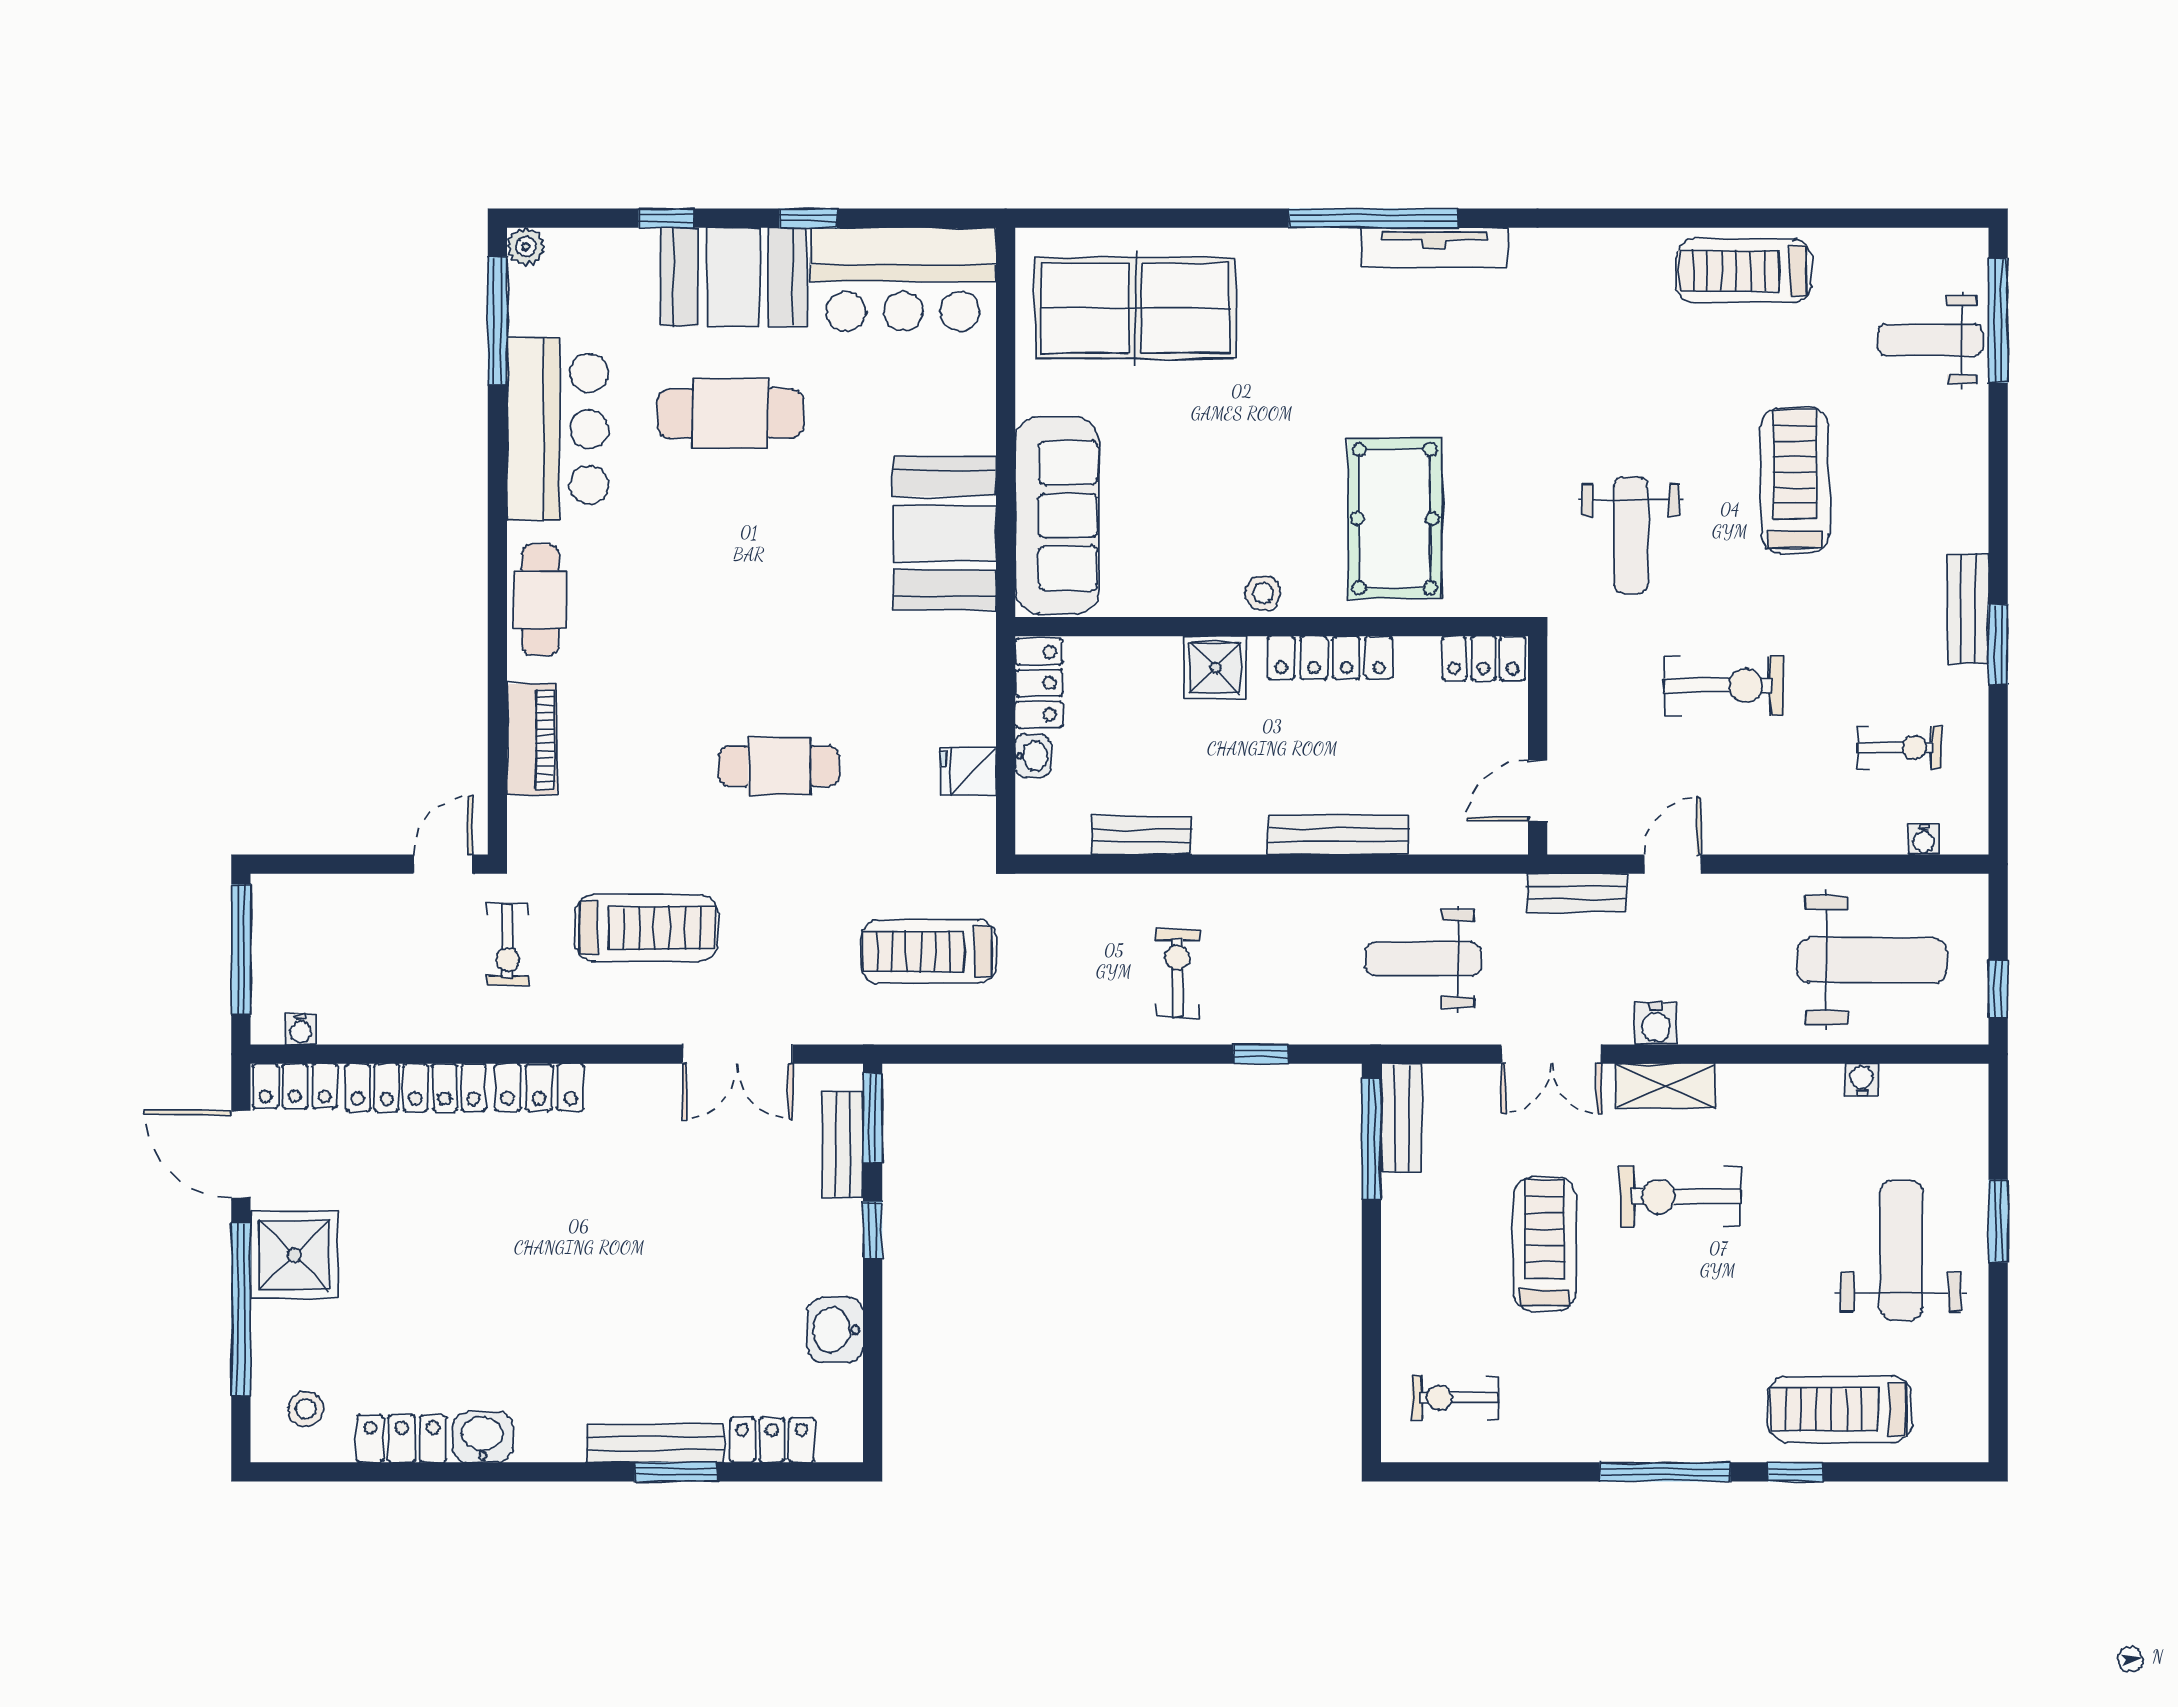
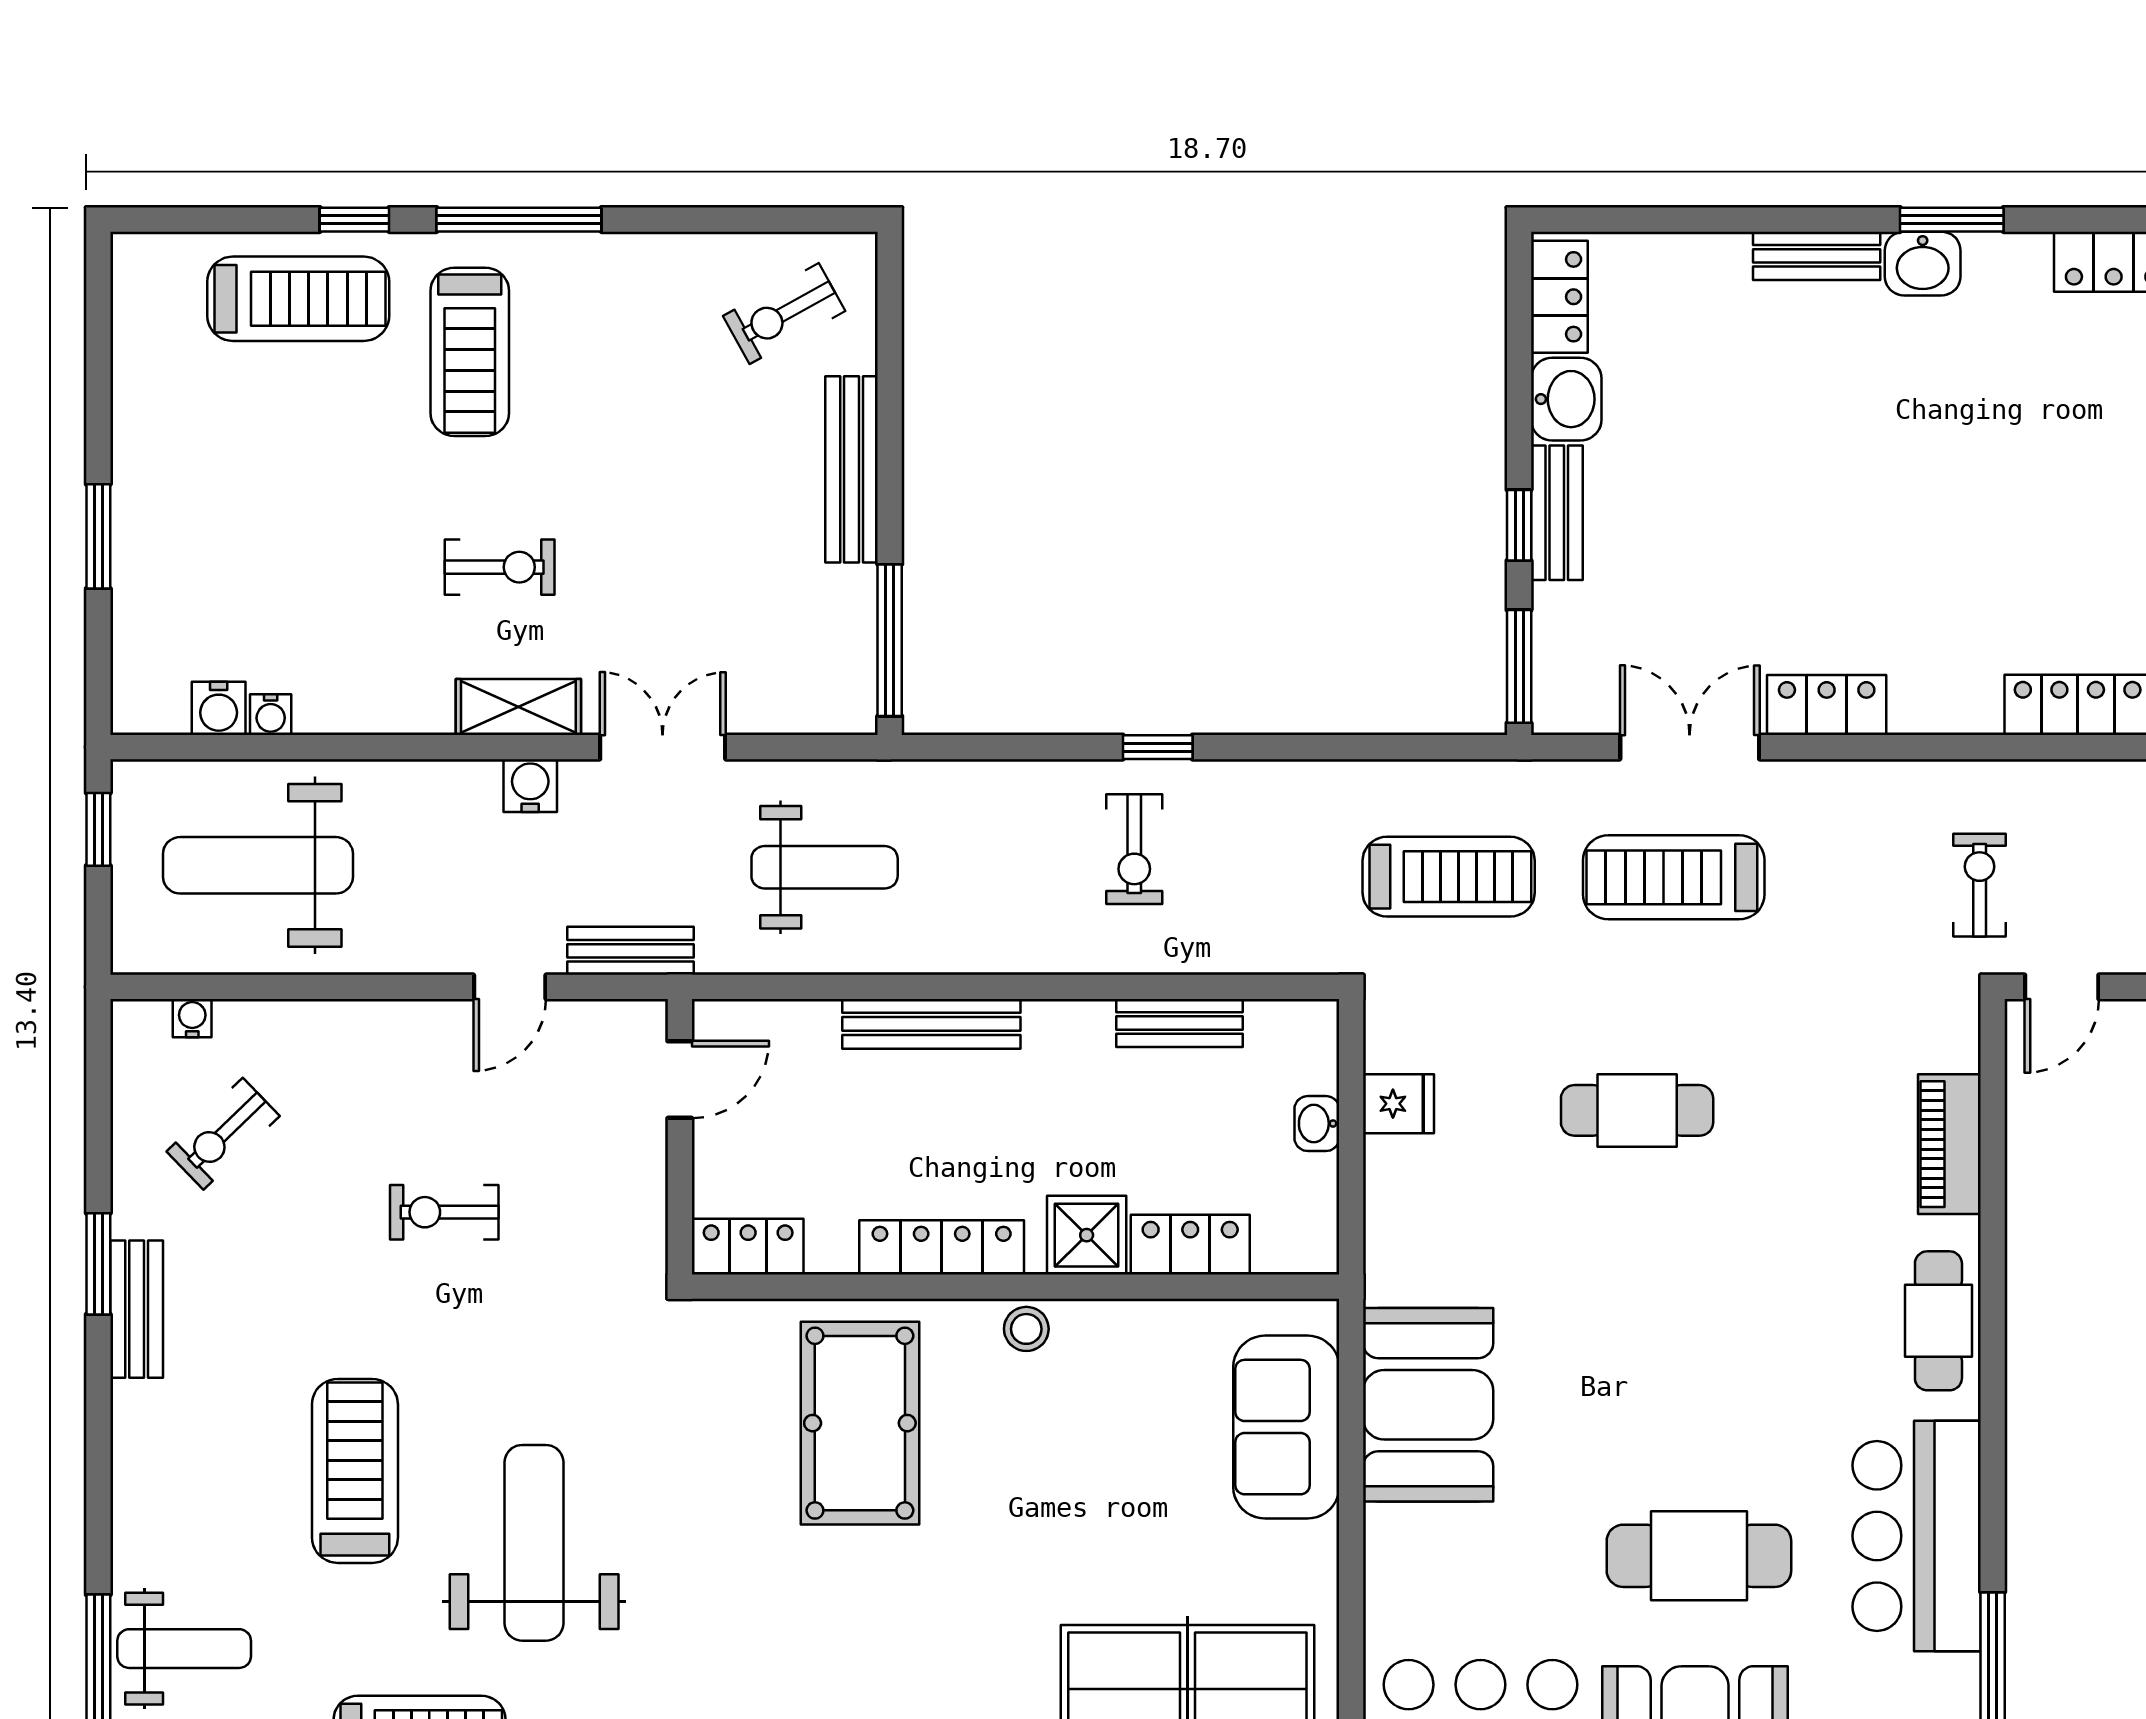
treadmill: (1795, 481) -> (355, 1471), turned 180
sofa: (1057, 515) -> (1286, 1427), width x0.73
weight bench: (1631, 535) -> (534, 1543), moved, width x1.36, depth x1.33
locker: (1039, 683) -> (1190, 1245), moved, turned 90
exercise bike: (1724, 686) -> (444, 1212), width x0.73, depth x0.72
exercise bike: (1899, 748) -> (223, 1134), turned -44
treadmill: (646, 928) -> (1674, 877), moved
window: (1261, 1054) -> (1158, 747), moved
water cooler: (1903, 1085) -> (219, 708), added
locker: (539, 1087) -> (1827, 705), moved
bench: (1401, 1118) -> (852, 469), moved, width x1.36
bench: (843, 1144) -> (1557, 513), moved
exercise bike: (1680, 1197) -> (500, 567), width x0.73, depth x0.72
treadmill: (1545, 1244) -> (470, 352), moved
weight bench: (1901, 1250) -> (221, 500), removed
exercise bike: (1455, 1398) -> (784, 314), turned 151
washbasin: (483, 1437) -> (1923, 264), moved
locker: (772, 1440) -> (1559, 297), moved, turned -90
bench: (655, 1443) -> (1817, 256), width x0.73
window: (676, 1472) -> (1952, 220), moved

